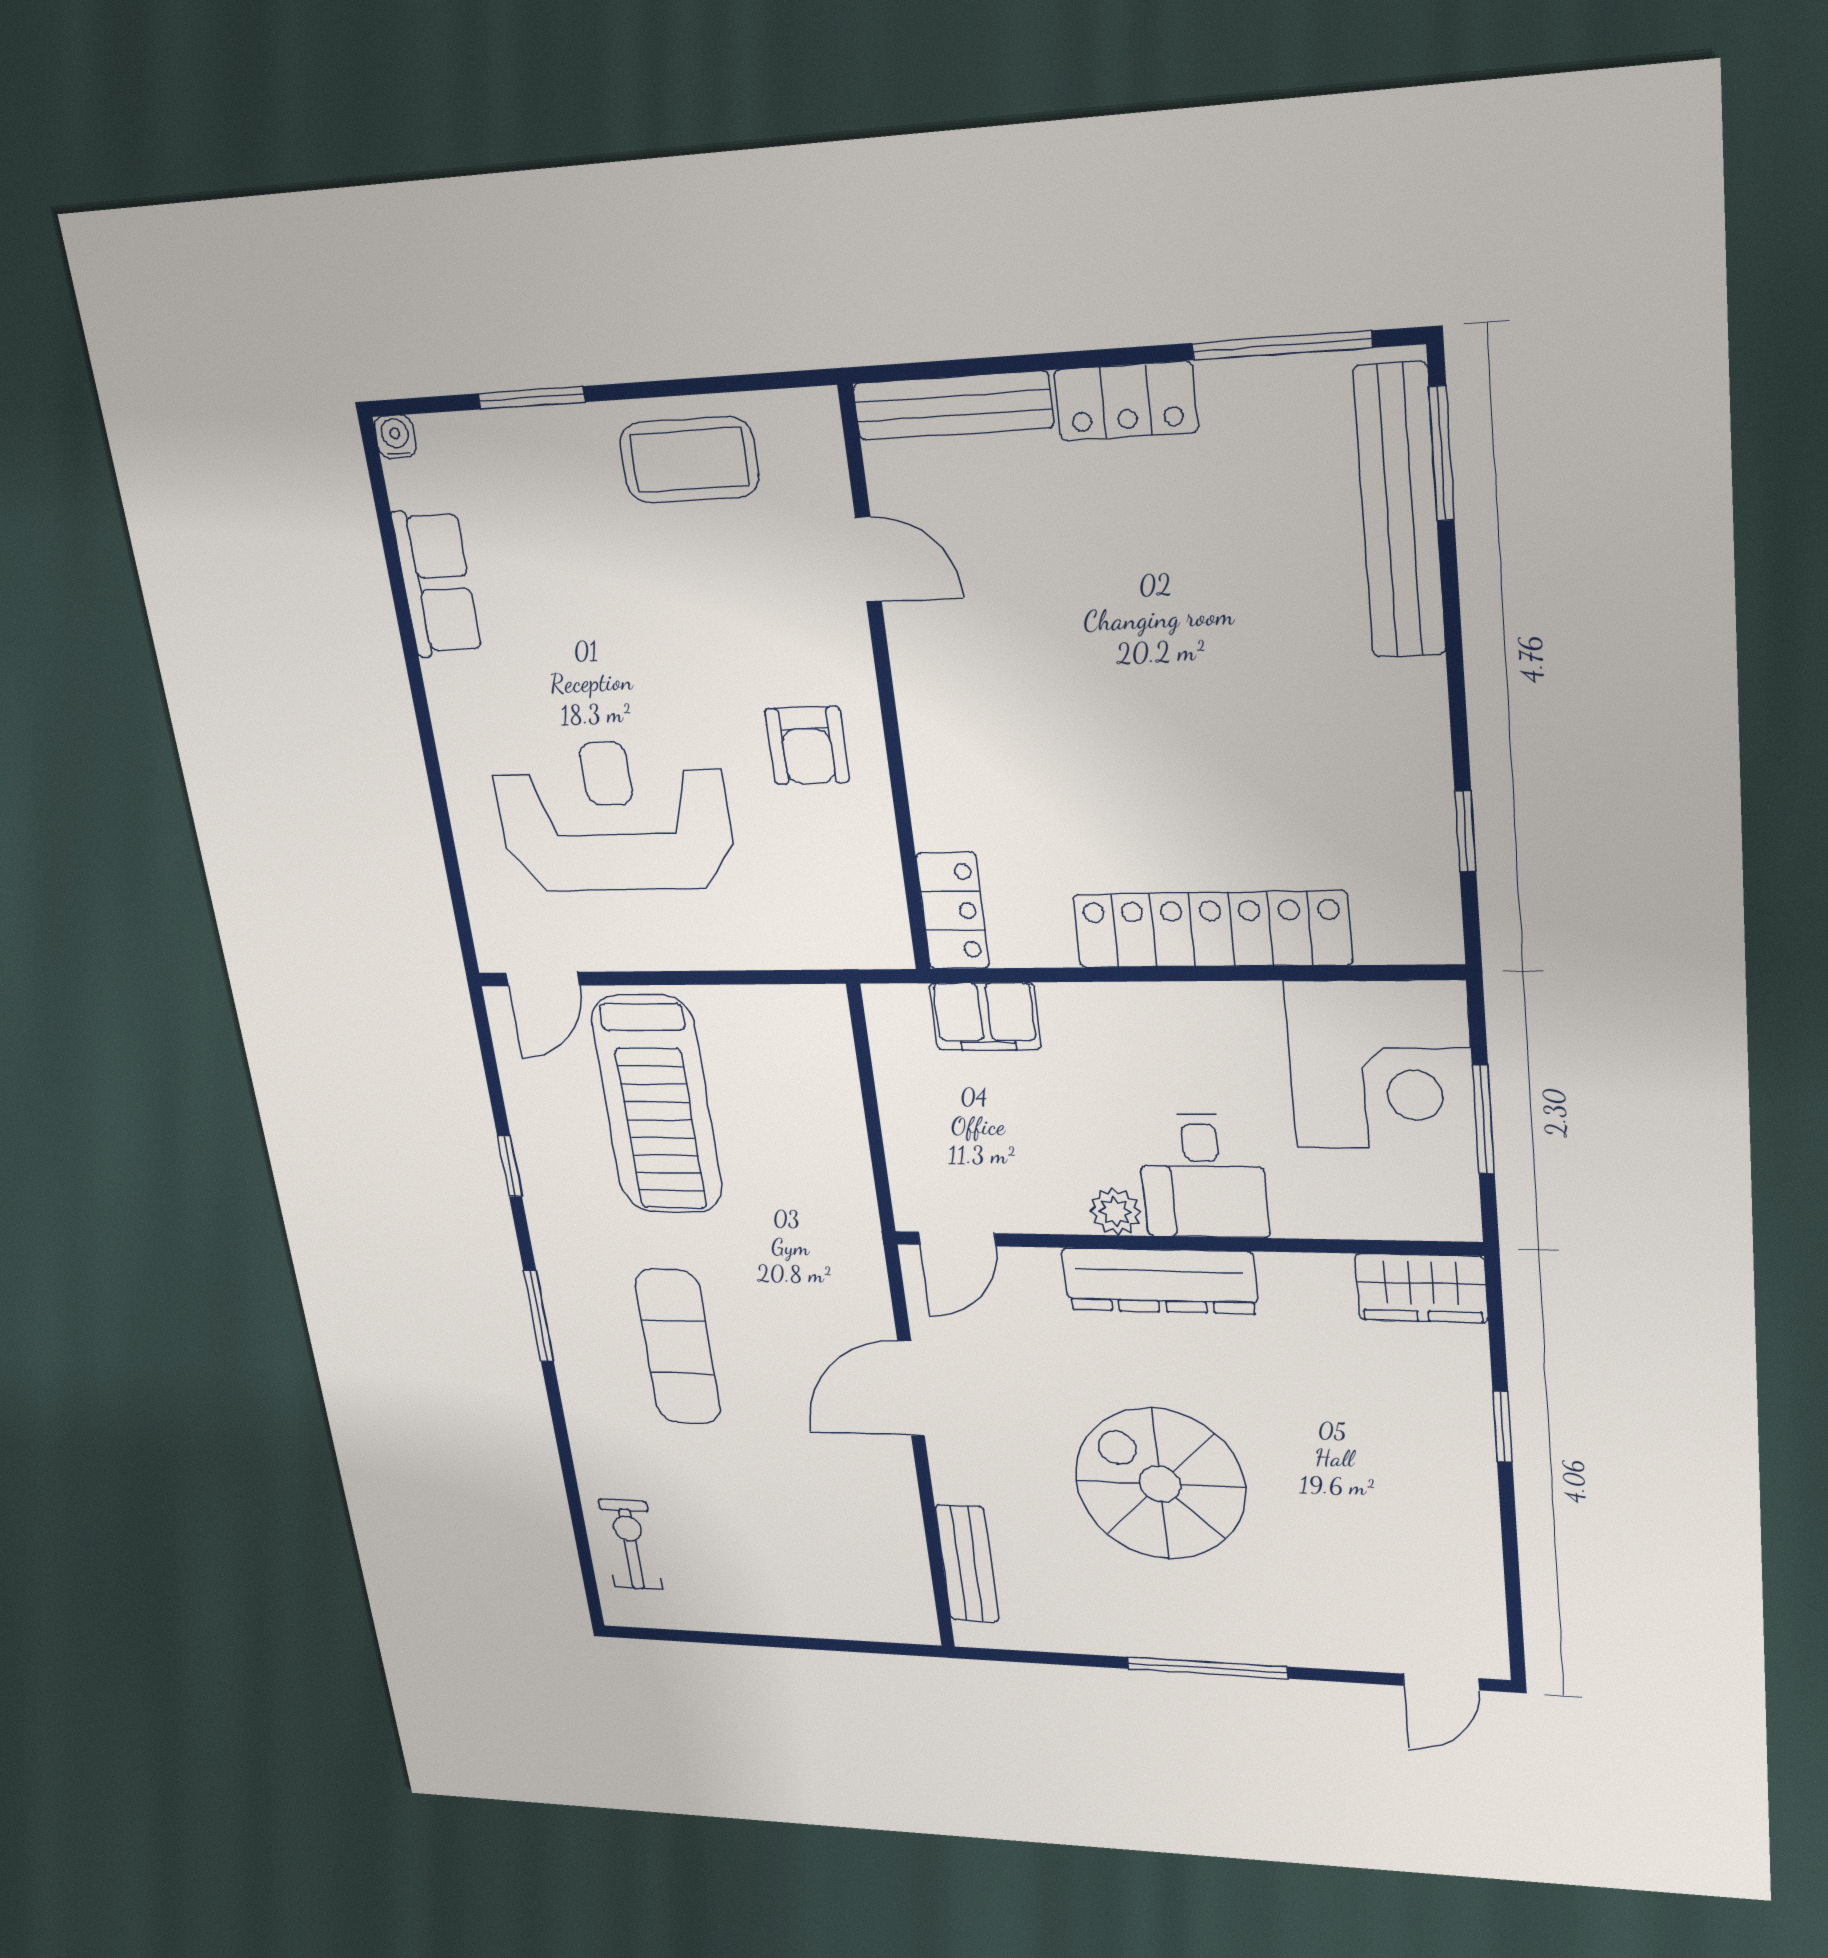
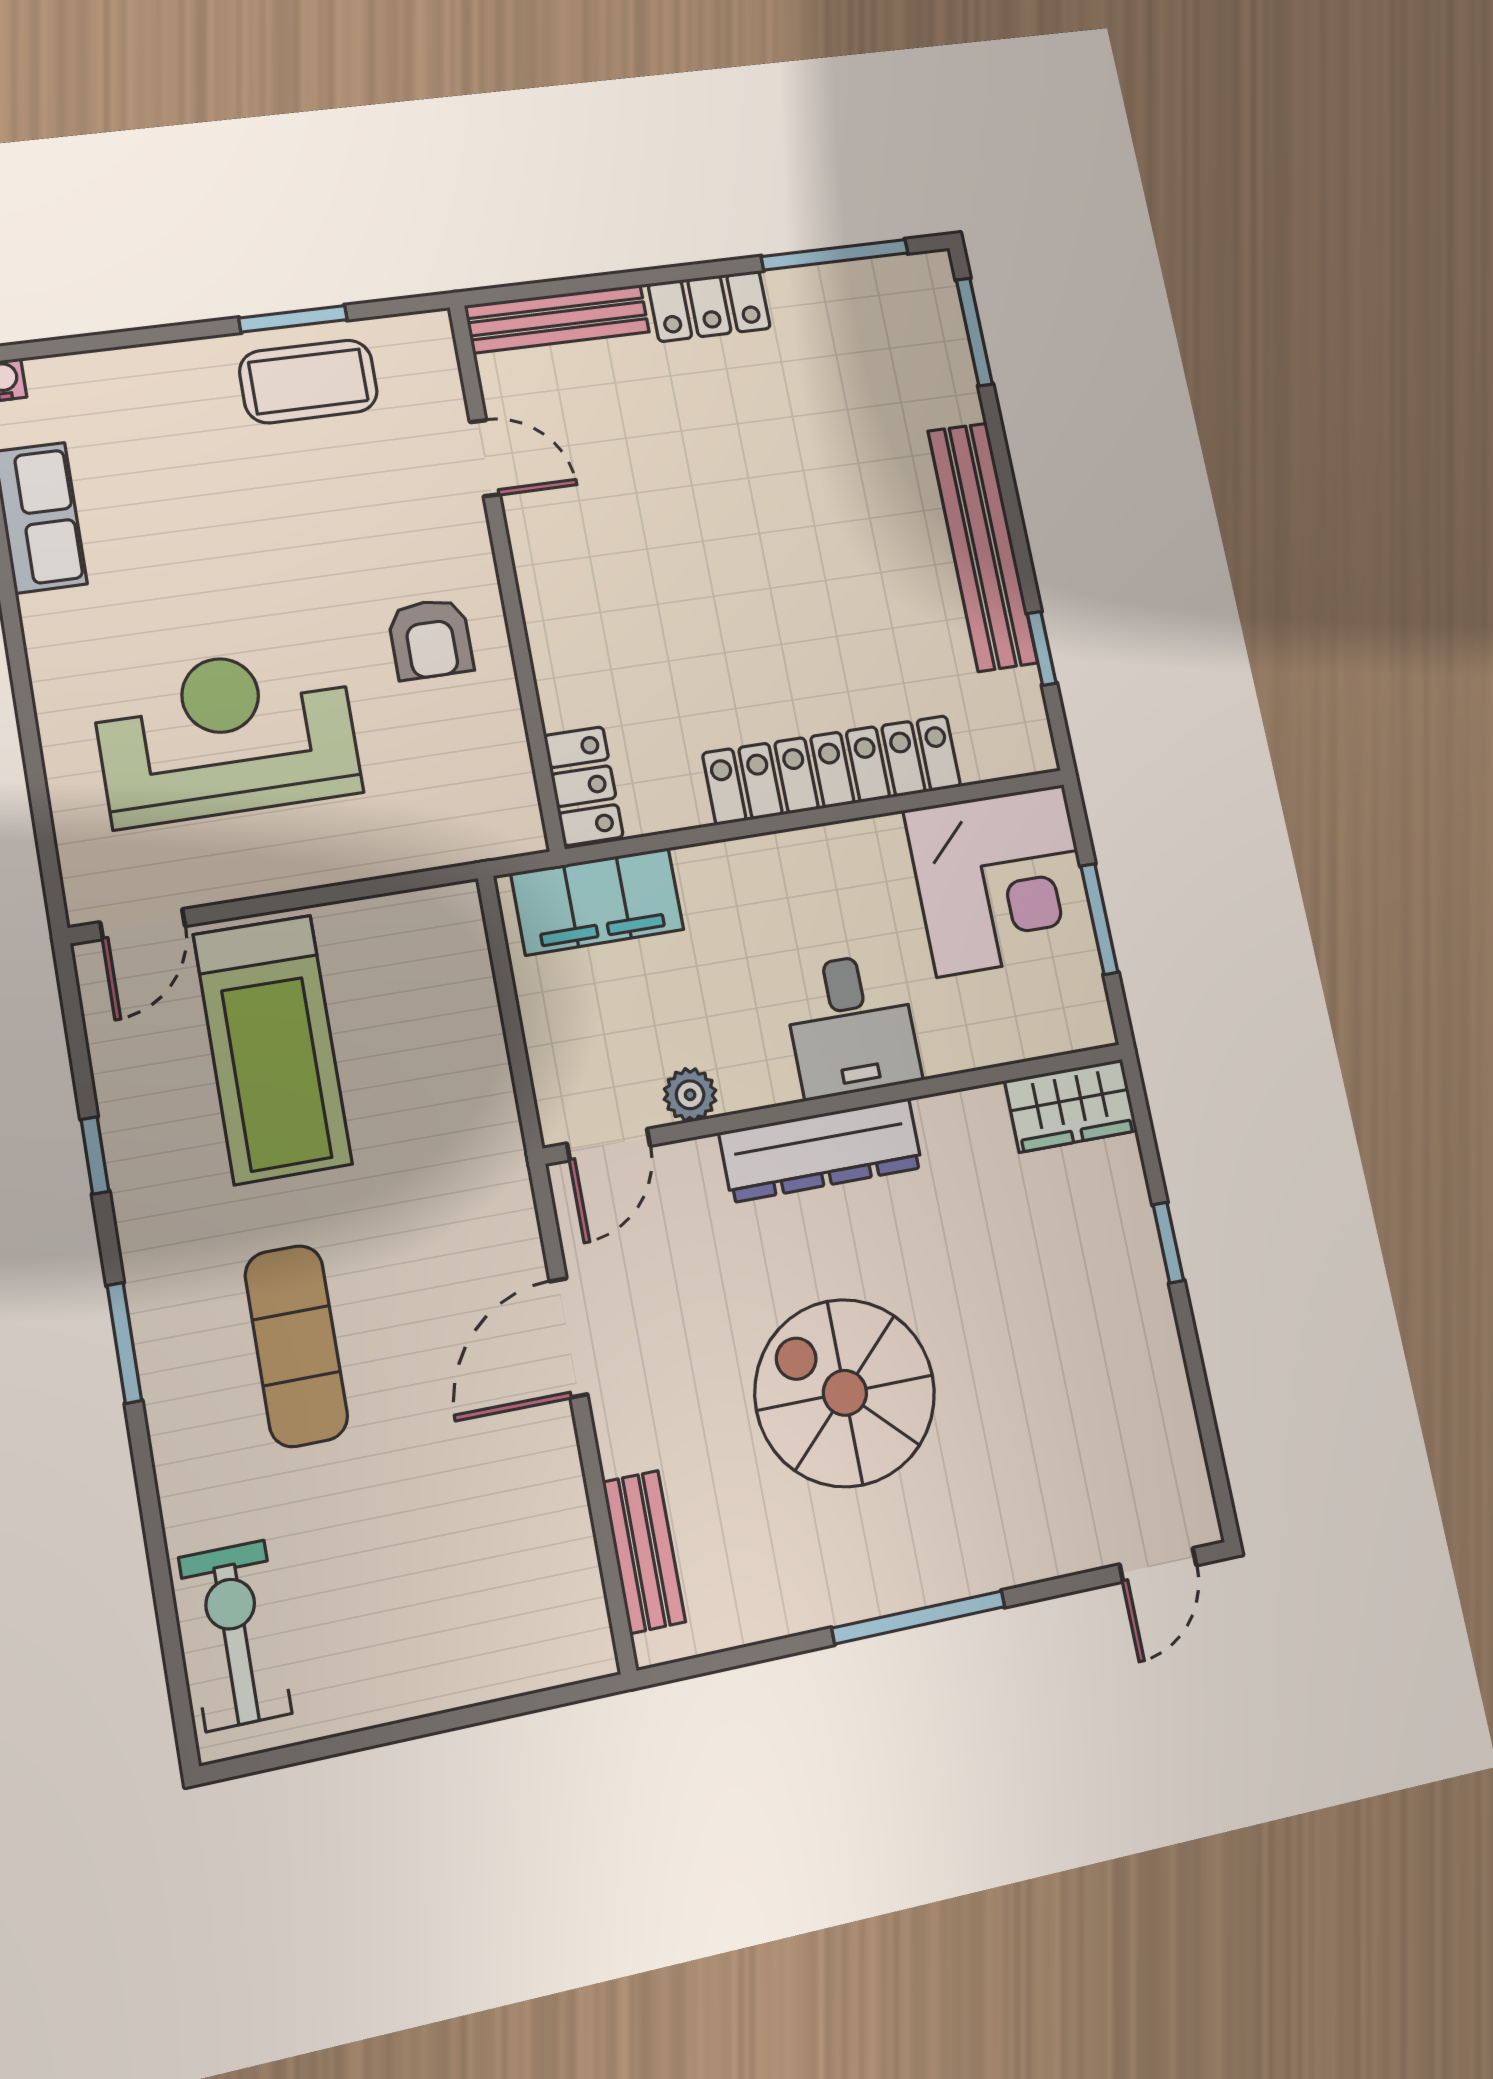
window: (532, 398) -> (293, 319), moved
bench: (1400, 512) -> (983, 546), moved
filing cabinet: (985, 1017) -> (597, 901), width x1.50, depth x1.17
plant: (1115, 1212) -> (690, 1095), moved
exercise bike: (630, 1545) -> (235, 1635), width x1.38, depth x1.39

